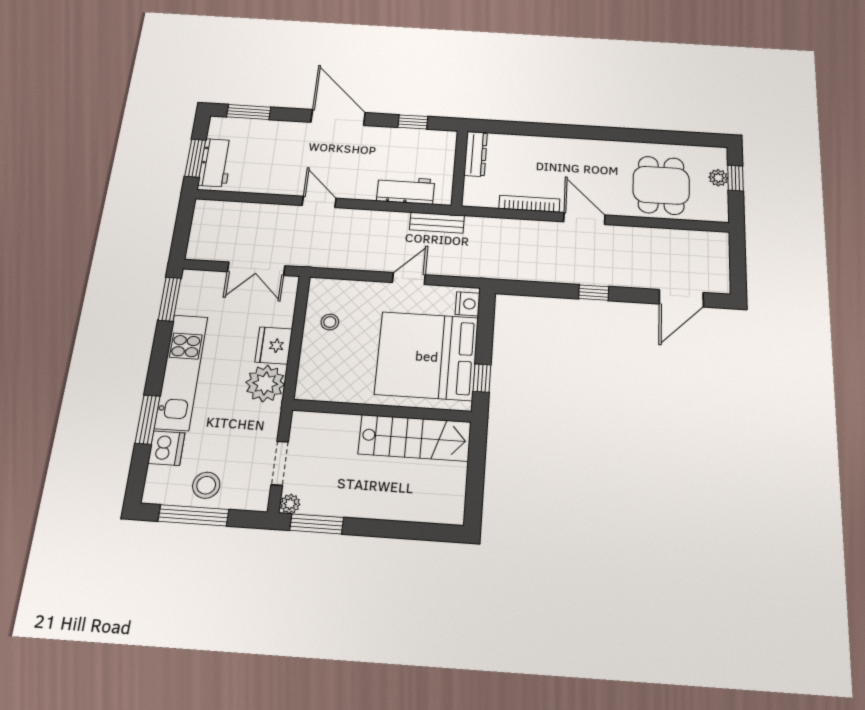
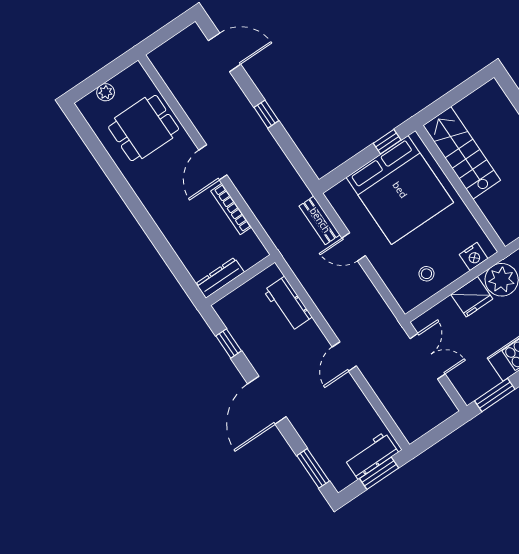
window: (735, 178) -> (96, 80), removed
bench: (437, 223) -> (320, 220), moved
nightstand: (468, 304) -> (473, 256), moved, turned 180

